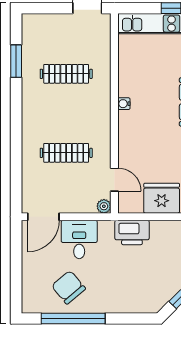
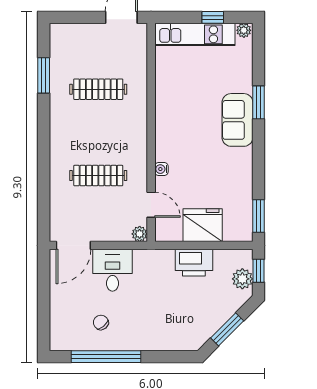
water cooler: (124, 104) -> (161, 169), moved
printer: (132, 232) -> (194, 263), moved
chair: (68, 287) -> (101, 322), width x0.54, depth x0.54

